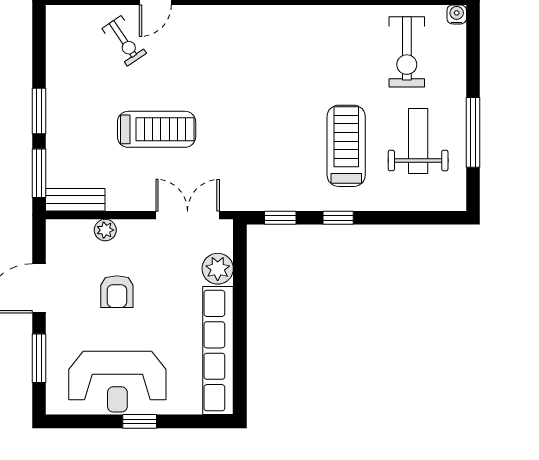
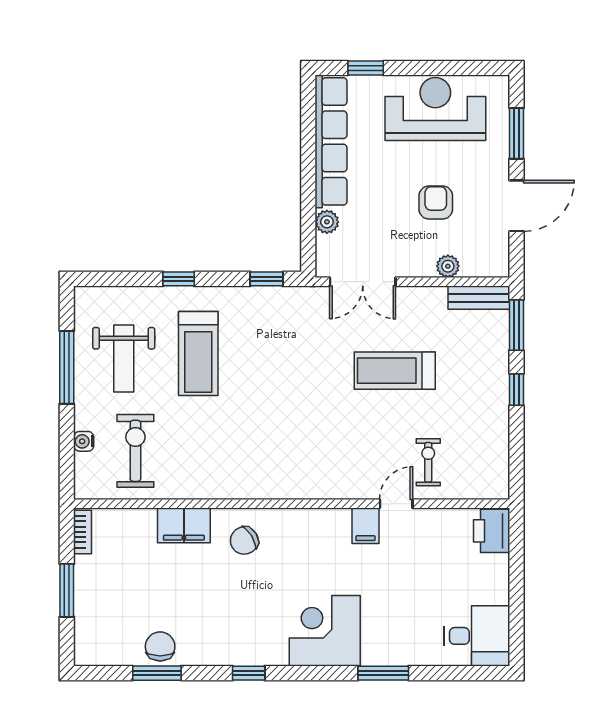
water cooler: (457, 14) -> (84, 441), moved, turned 90
exercise bike: (124, 41) -> (428, 462), turned 34
window: (39, 111) -> (517, 390), width x0.67
window: (338, 218) -> (179, 279), moved
plant: (218, 269) -> (327, 222), width x0.73, depth x0.73
window: (140, 421) -> (366, 68), moved

